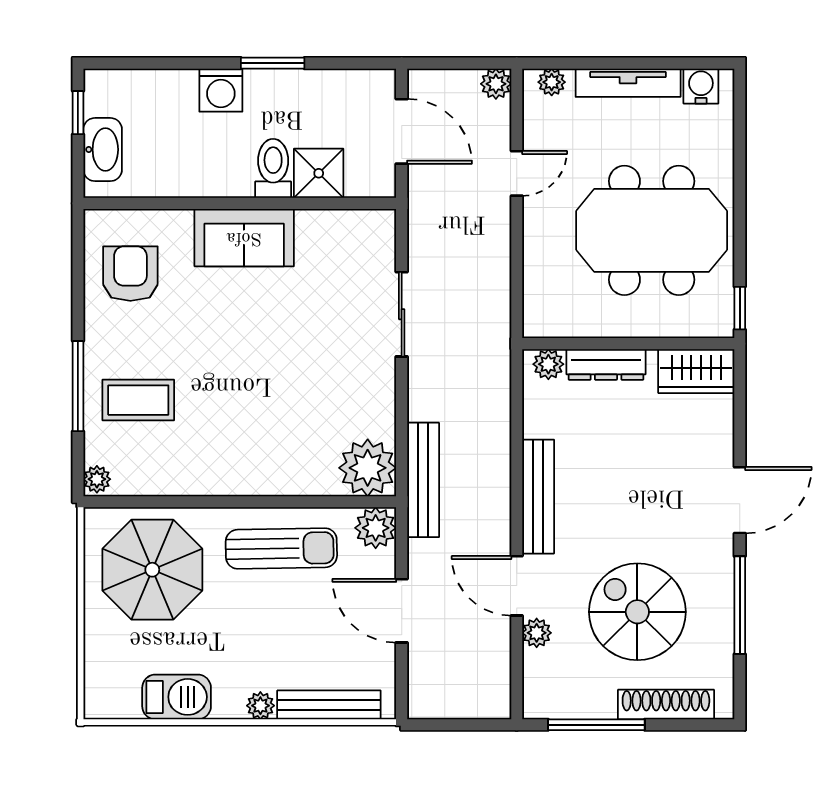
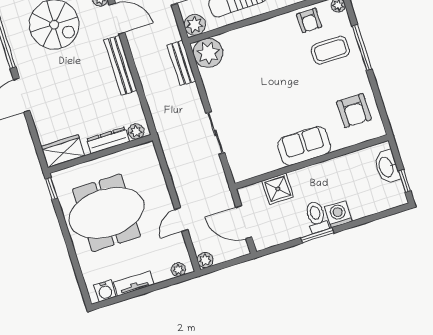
tv unit: (628, 83) -> (134, 283), width x0.71
toilet: (273, 168) -> (316, 217), moved, turned 180
armchair: (160, 468) -> (309, 20), added
bench: (423, 480) -> (182, 63), width x0.73

